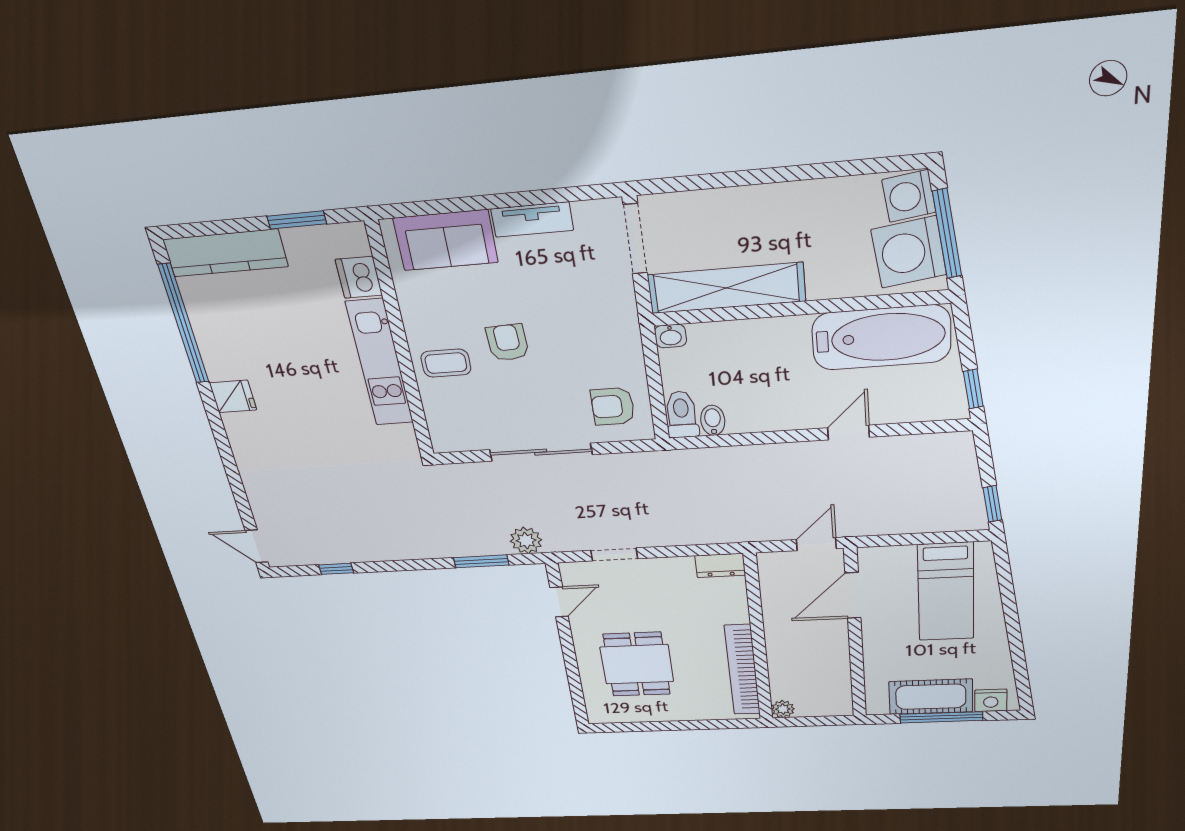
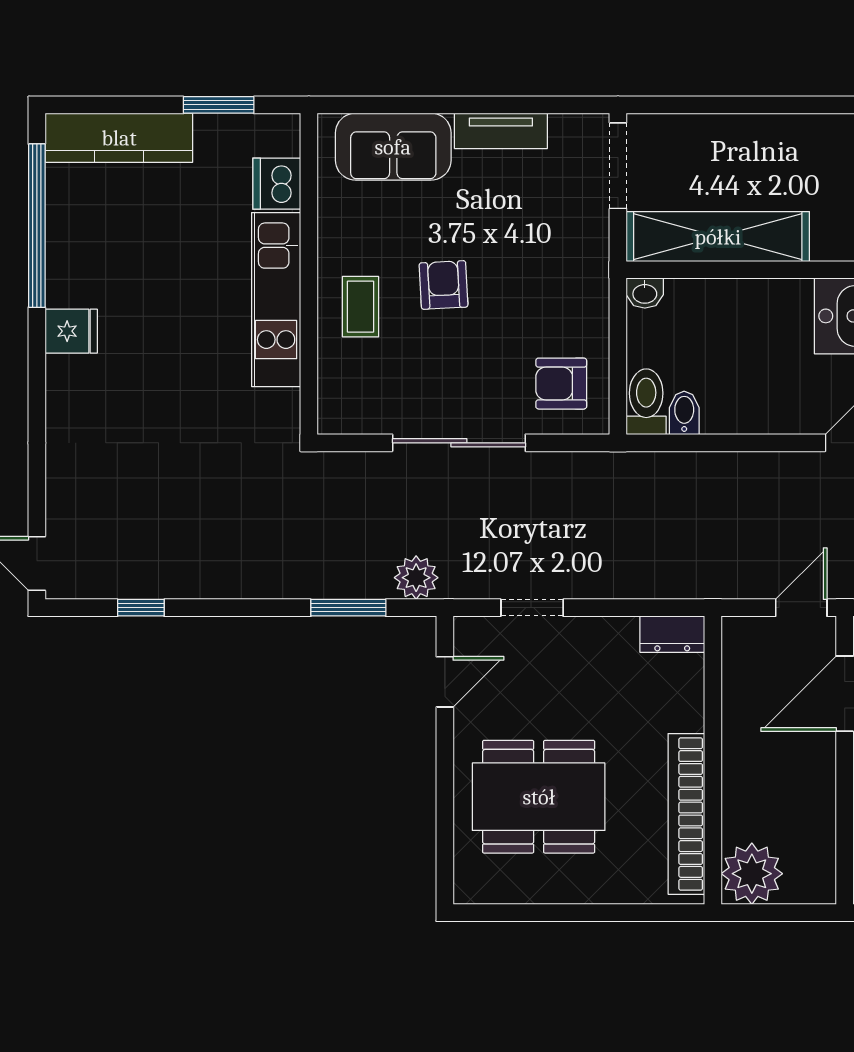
coffee table: (446, 363) -> (361, 307), turned 90
dining table: (637, 664) -> (539, 797), width x1.38
plant: (783, 709) -> (752, 874), width x1.88, depth x1.88

